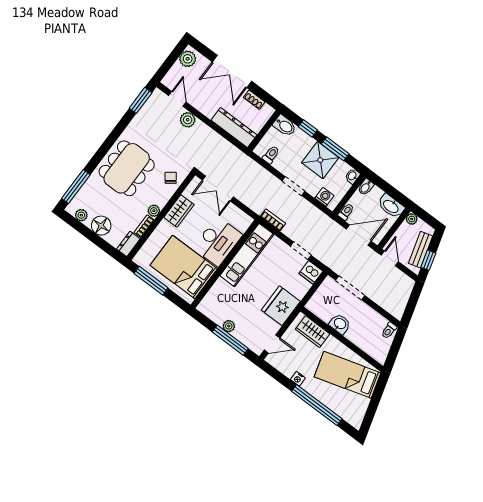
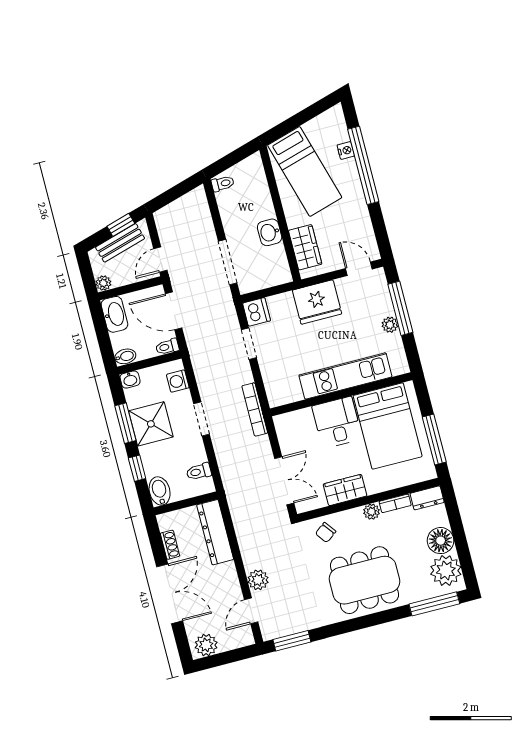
plant: (81, 215) -> (446, 571), width x1.88, depth x1.88
bookcase: (273, 220) -> (255, 409), width x1.56
desk: (218, 241) -> (337, 423), width x0.73
kitchen unit: (247, 255) -> (345, 376), moved
nightstand: (298, 379) -> (346, 151), moved

